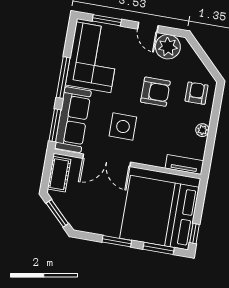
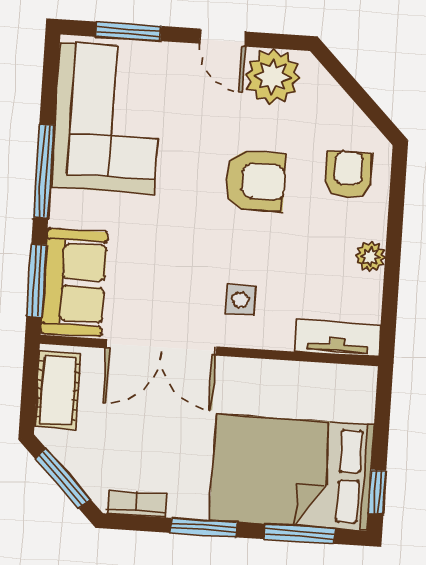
sofa: (73, 120) -> (74, 282), width x0.73
side table: (123, 127) -> (241, 300), moved, width x0.54, depth x0.54
bed: (159, 213) -> (292, 472), width x0.73
bookcase: (89, 228) -> (137, 504), added

